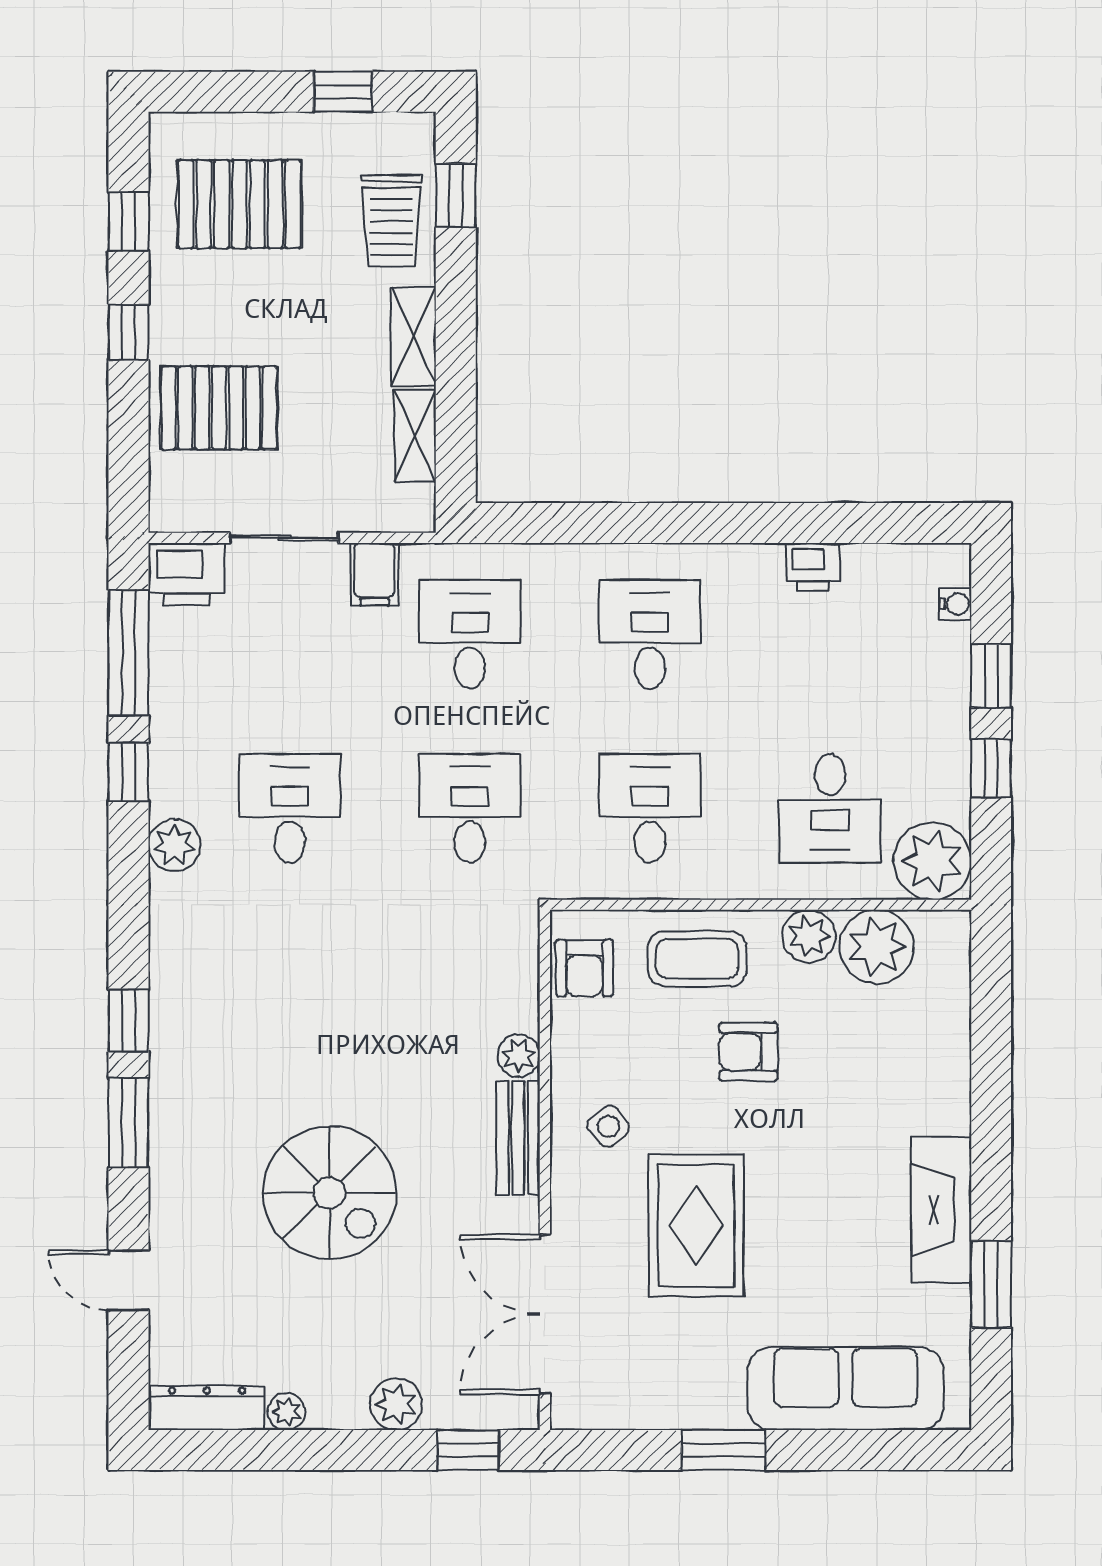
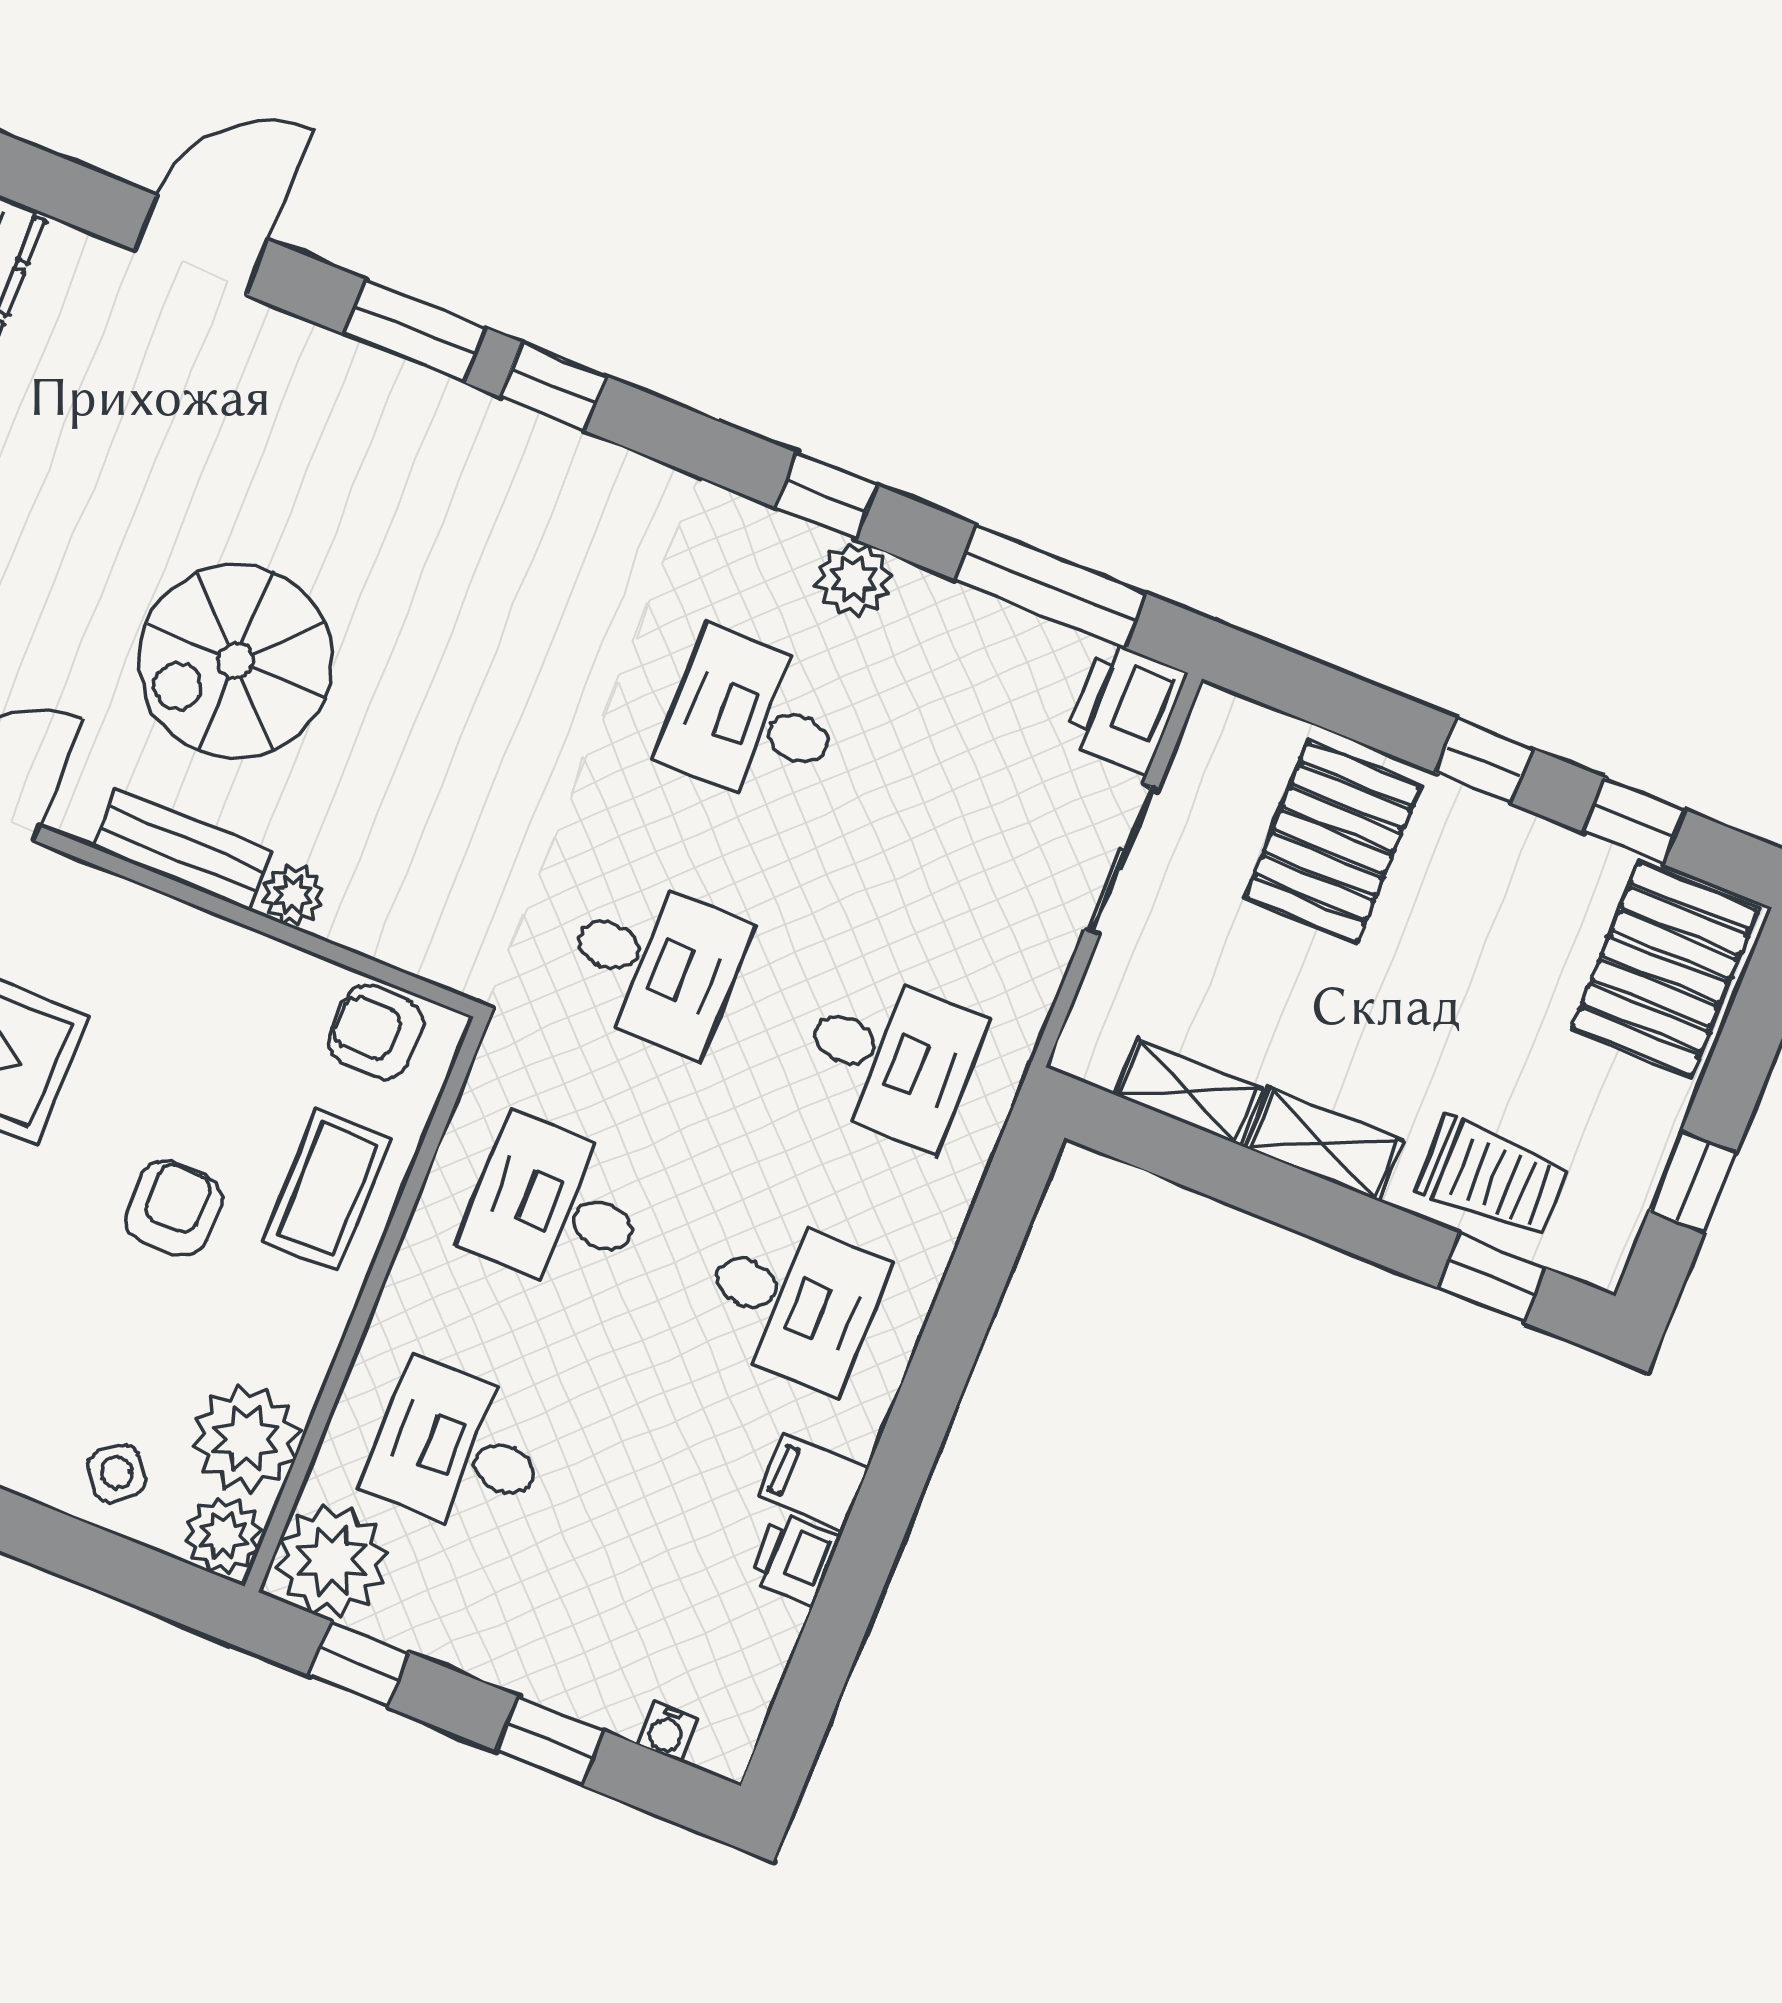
pallet: (239, 204) -> (1665, 969), moved
trolley: (392, 220) -> (1492, 1177), turned 180
filing cabinet: (375, 574) -> (814, 1482), moved
window: (991, 768) -> (359, 1664), moved
window: (129, 772) -> (827, 496), moved
desk: (290, 808) -> (752, 720), turned 180
desk: (650, 808) -> (557, 1207), turned 180
plant: (174, 845) -> (854, 579), moved
plant: (809, 936) -> (223, 1536), moved
side table: (608, 1126) -> (116, 1473), moved
spiral stairs: (330, 1193) -> (236, 661), moved
door: (129, 1280) -> (201, 245), width x1.37

